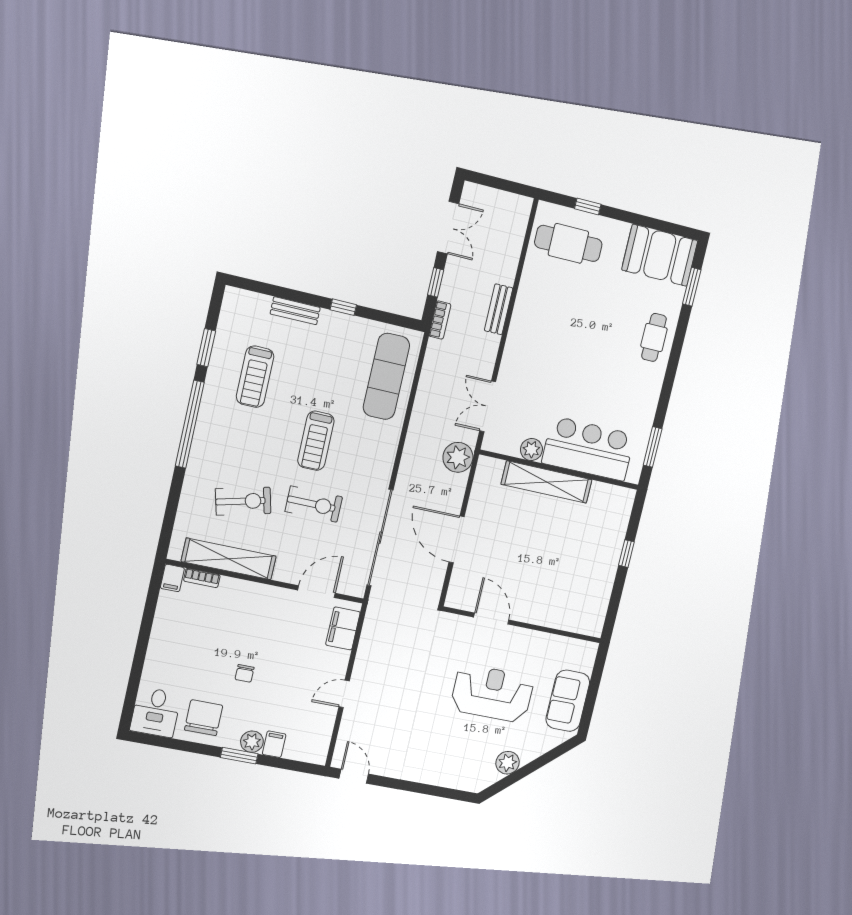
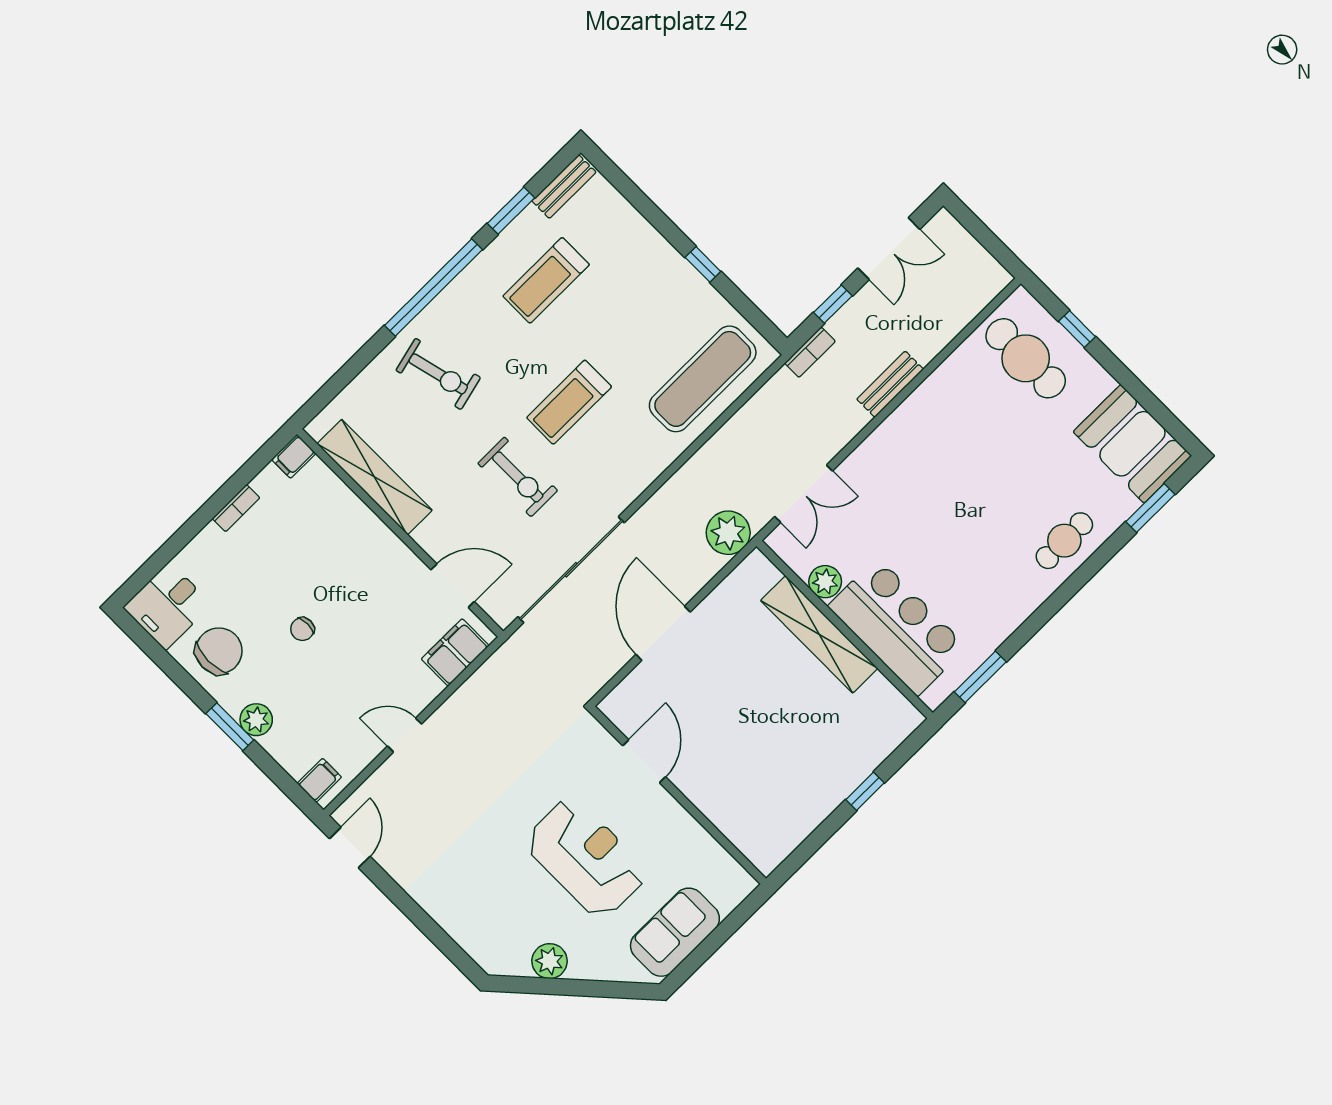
bench: (295, 311) -> (564, 187), moved, turned 90
double door: (488, 406) -> (804, 494), swing flipped
exercise bike: (243, 501) -> (438, 374), moved
bookcase: (202, 578) -> (236, 508), moved, turned -90
filing cabinet: (274, 744) -> (319, 780), moved

